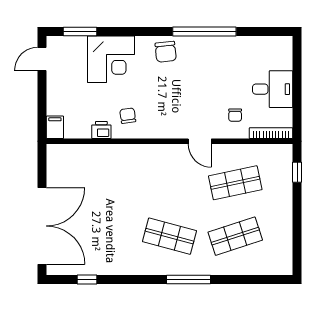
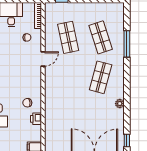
plant: (126, 268) -> (120, 104), added
window: (87, 279) -> (127, 141), moved
window: (189, 279) -> (127, 44), moved

